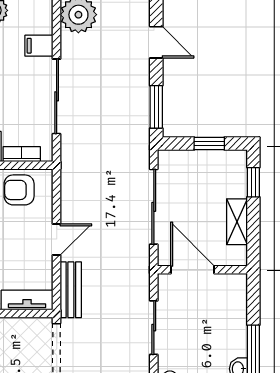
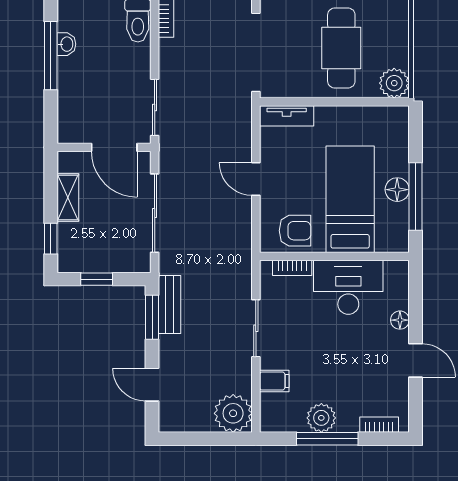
sliding door: (57, 96) -> (256, 328), width x0.73
door: (57, 239) -> (256, 179), hinge flipped
bench: (71, 290) -> (169, 305), moved
sliding door: (154, 328) -> (155, 107), moved

